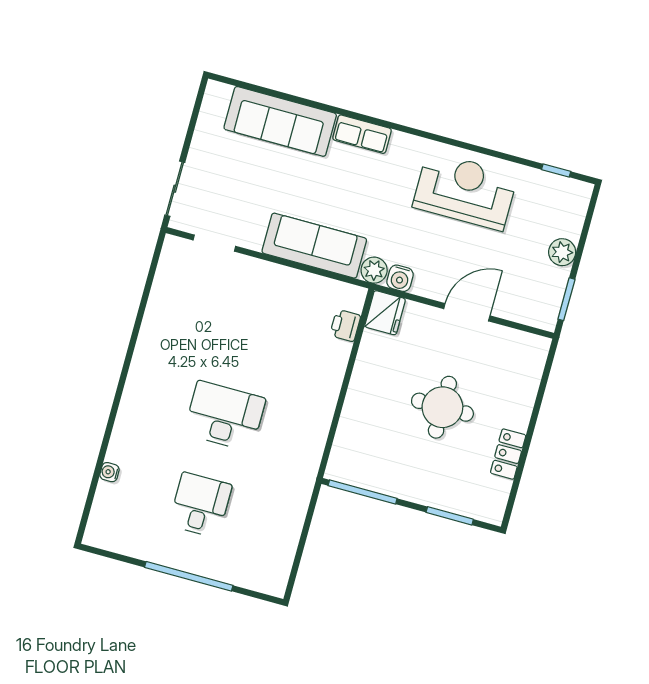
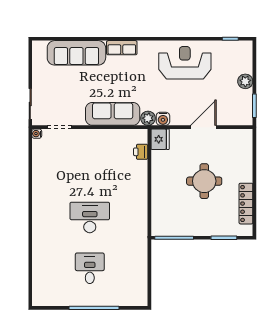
locker: (508, 454) -> (246, 204), width x1.53
water cooler: (109, 472) -> (37, 134), moved

